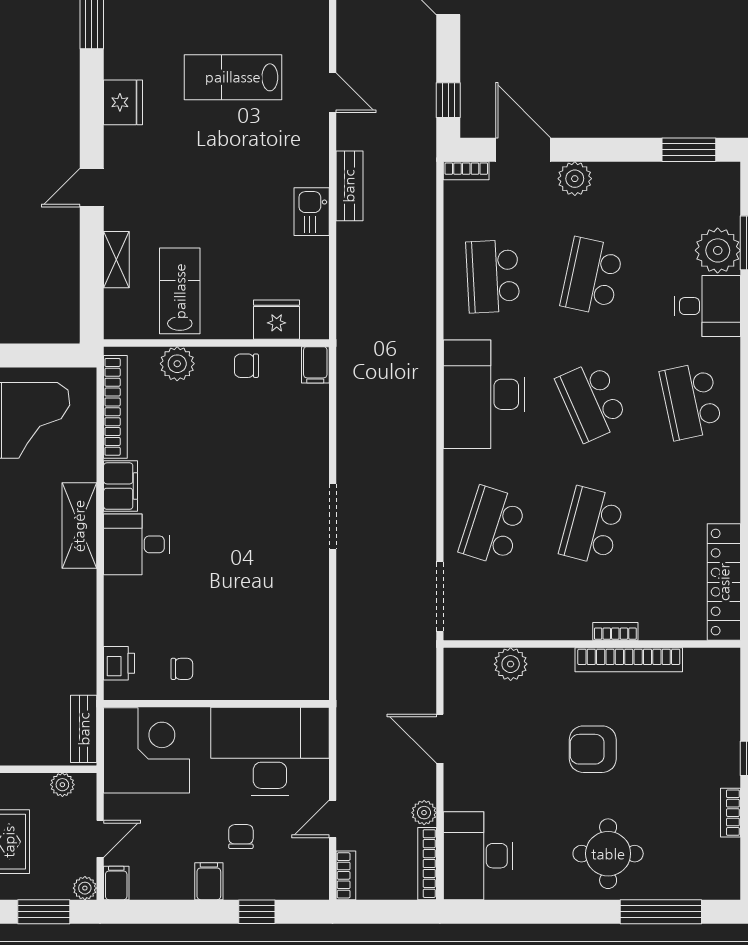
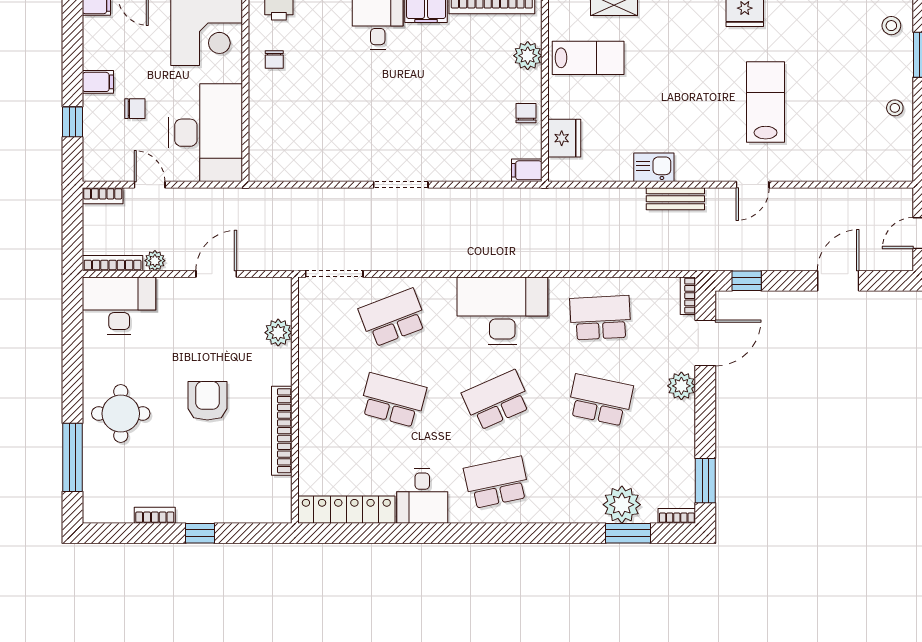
desk: (707, 306) -> (422, 496), moved
school desk: (493, 526) -> (393, 318), turned -39
bookcase: (615, 631) -> (677, 516), moved, turned -90

